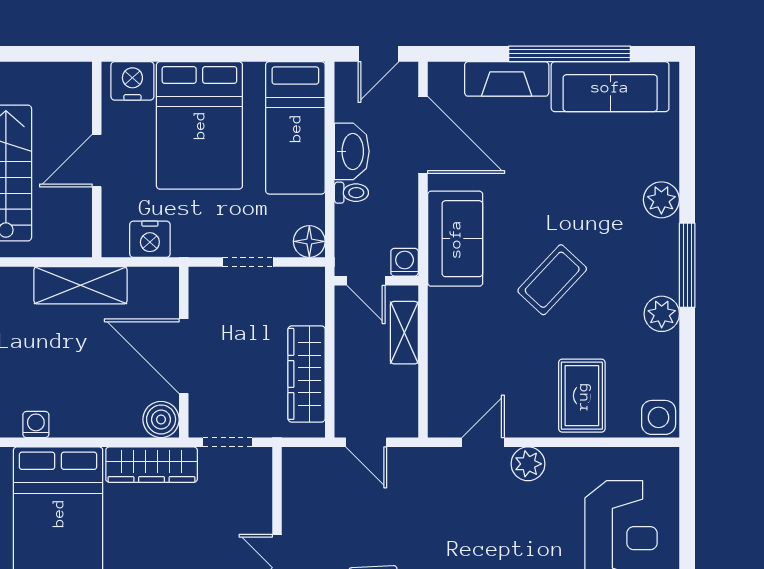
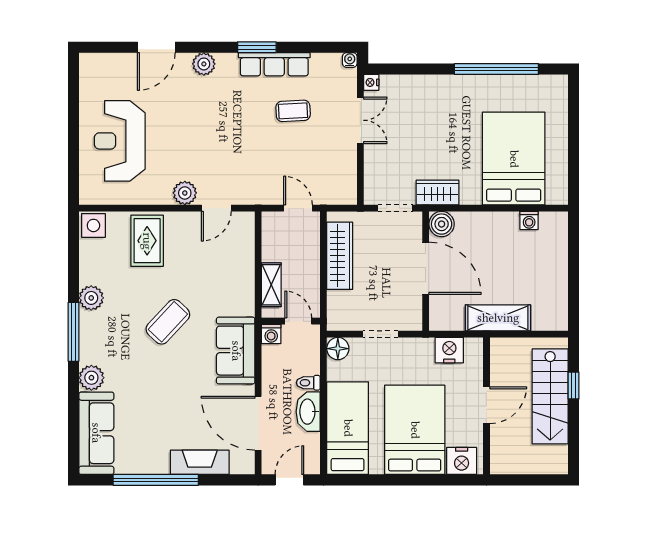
sofa: (610, 87) -> (96, 433), moved, turned 90
wardrobe: (152, 465) -> (438, 192), width x0.67

